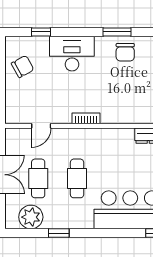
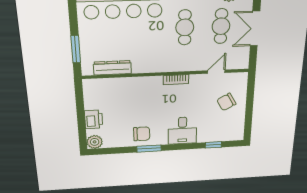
chair: (125, 52) -> (142, 134), turned 90
desk: (72, 54) -> (182, 131), width x0.73
chair: (23, 66) -> (226, 102), moved

